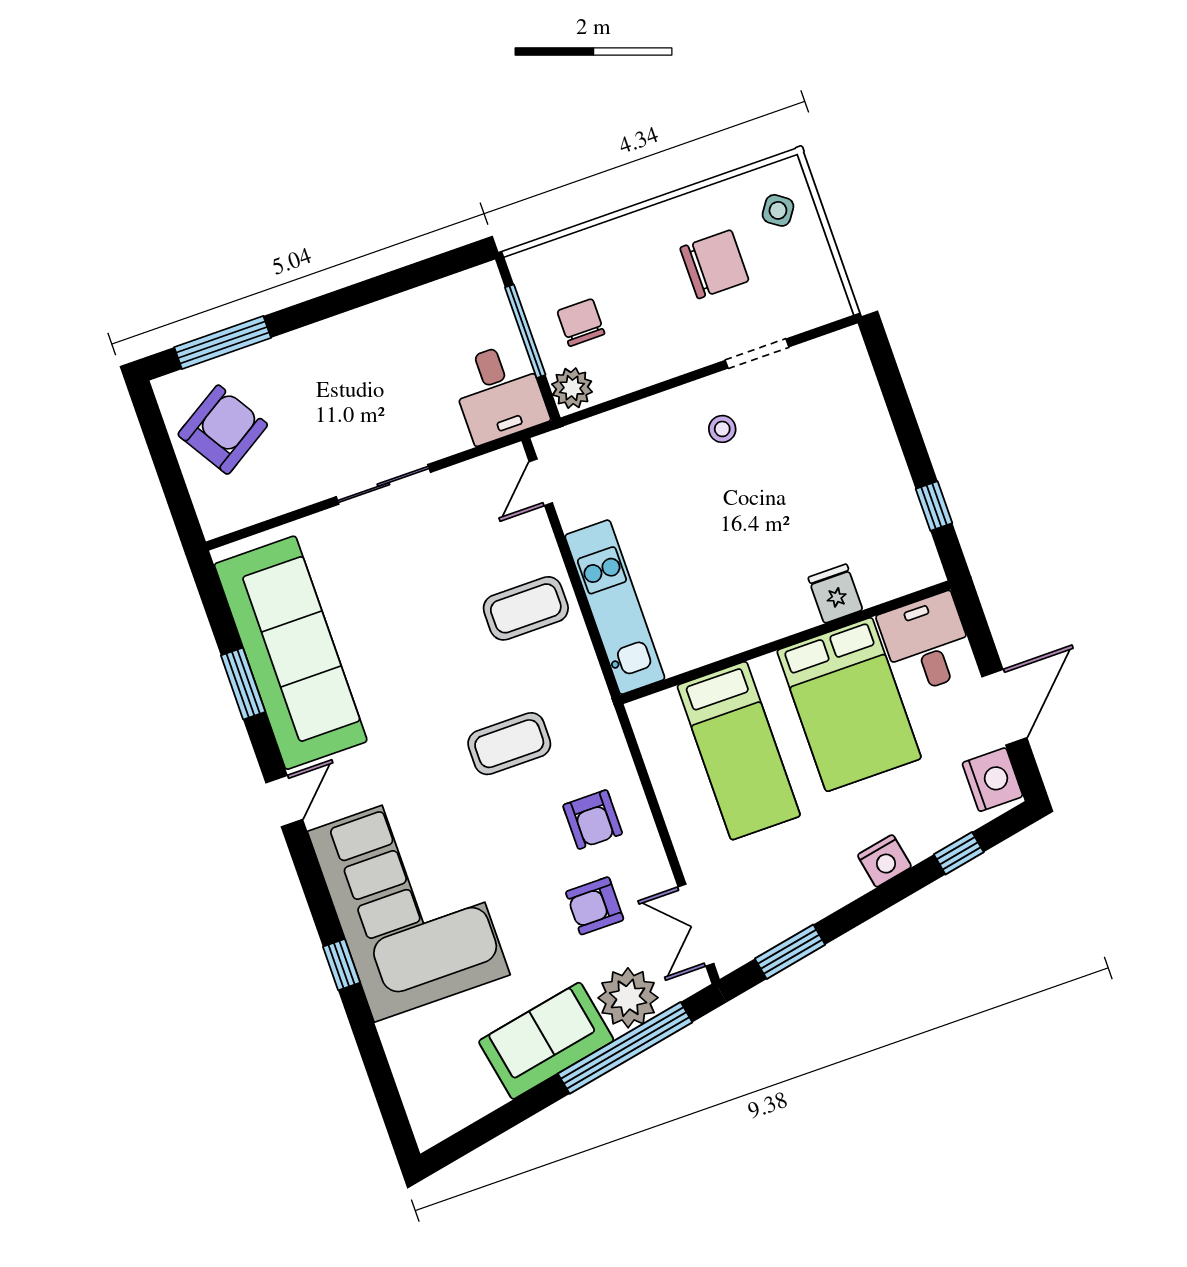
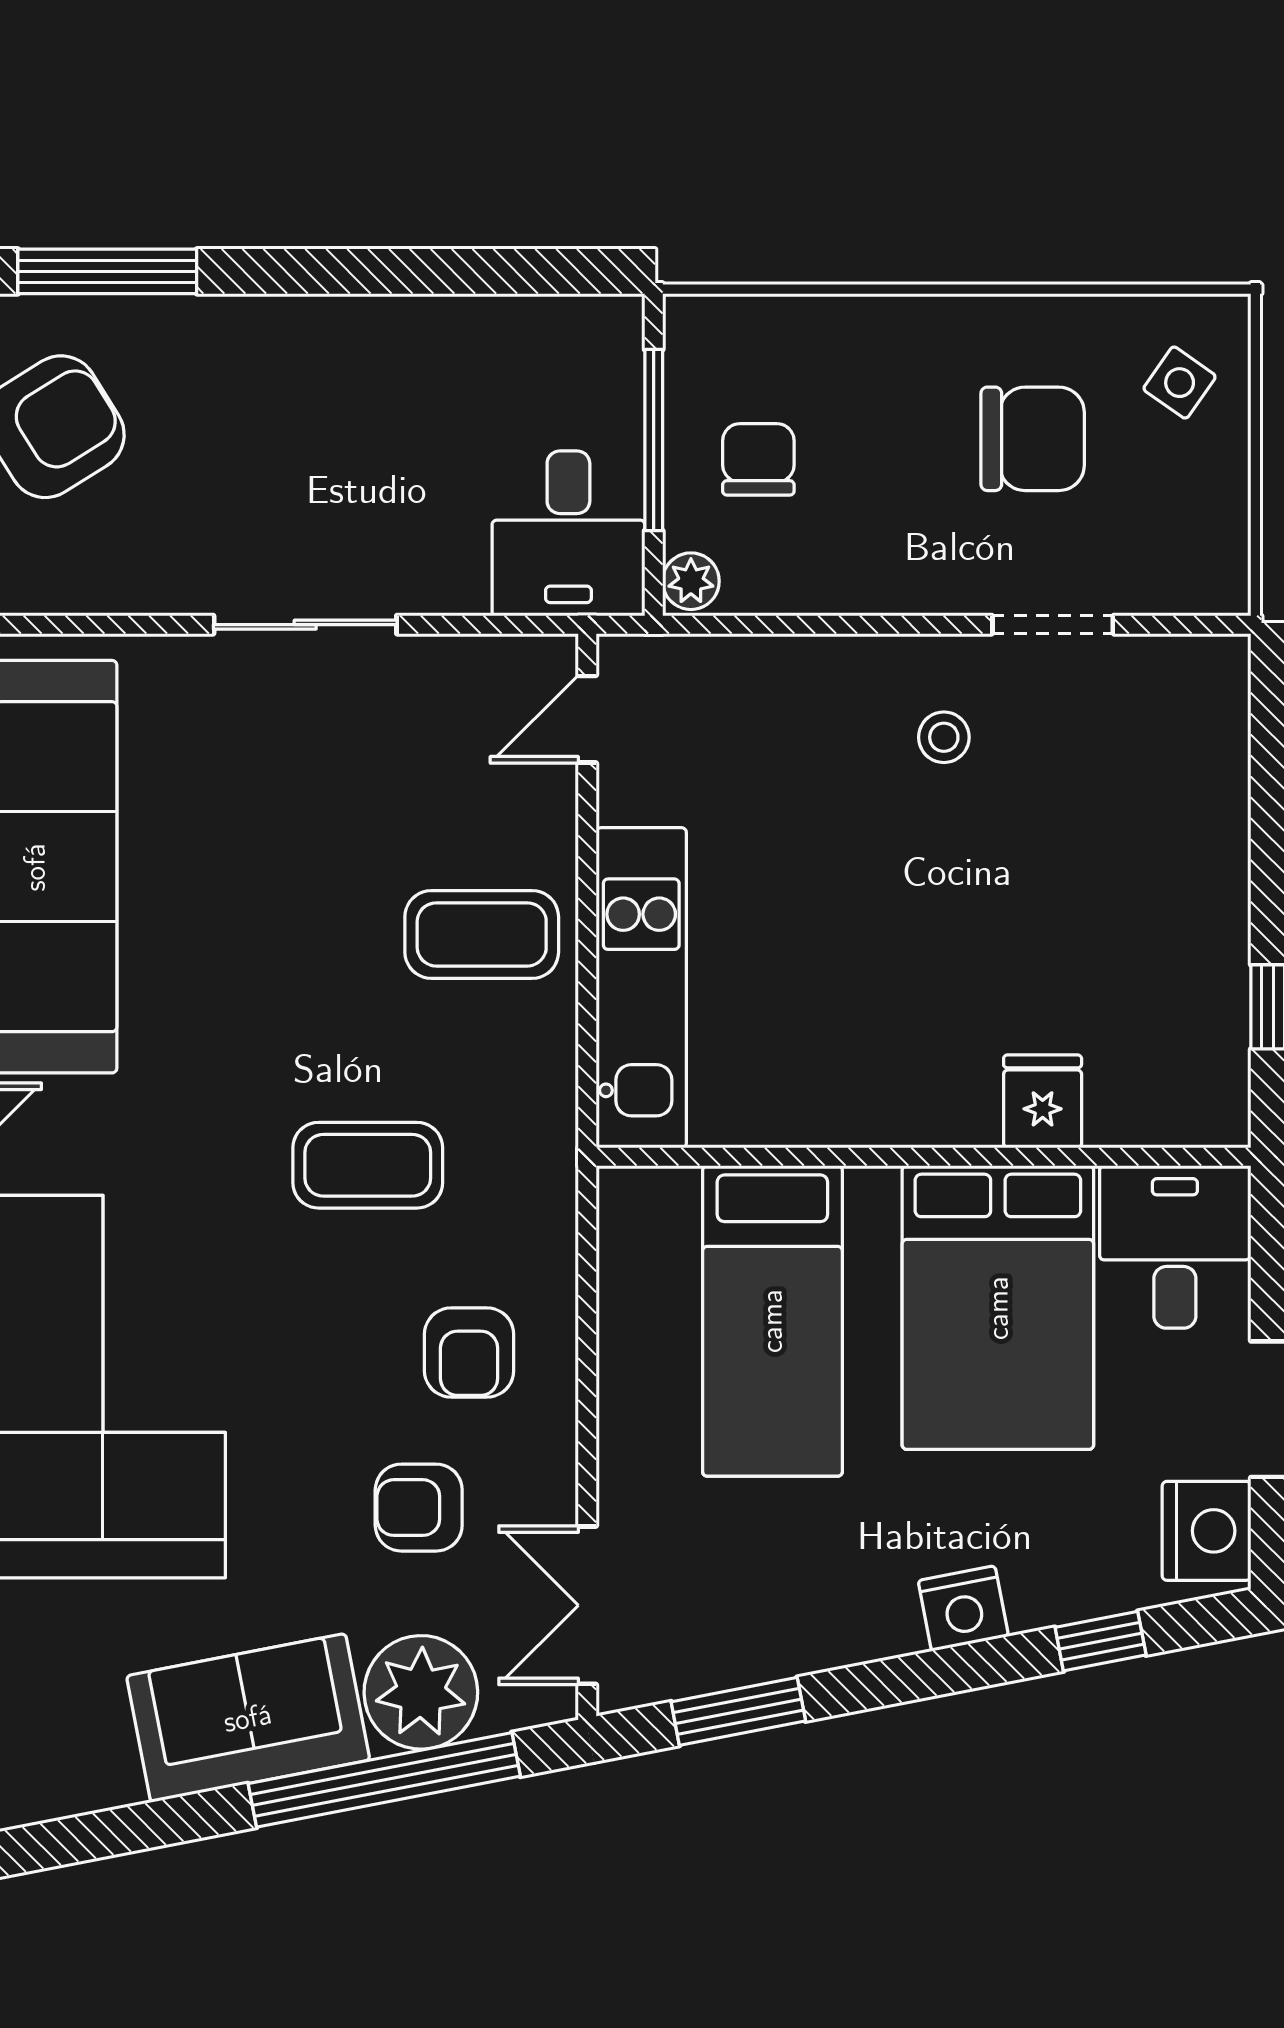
plant: (572, 388) -> (691, 581), width x0.73, depth x0.73

